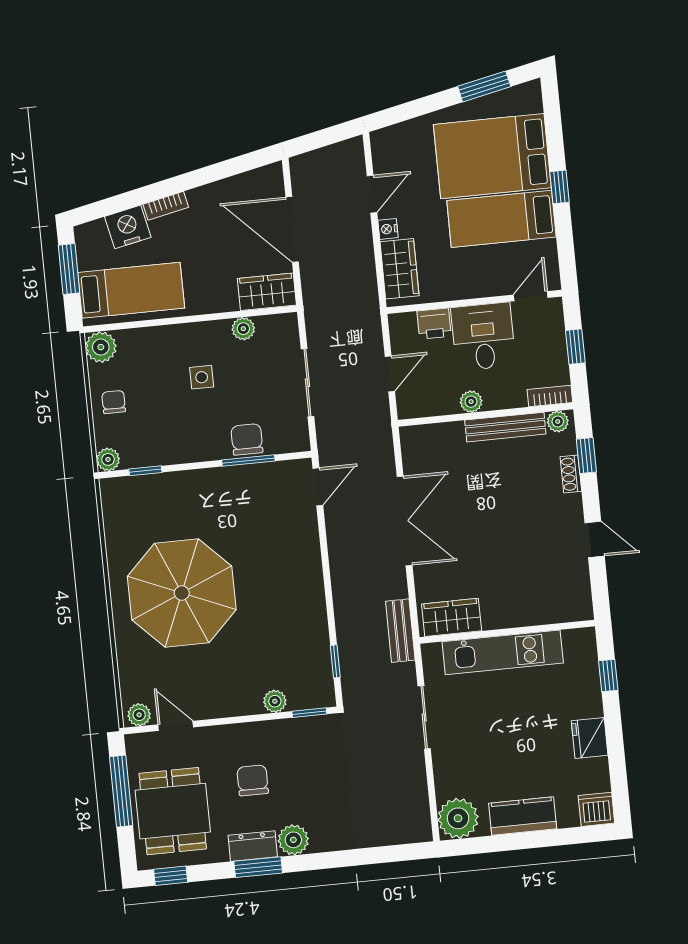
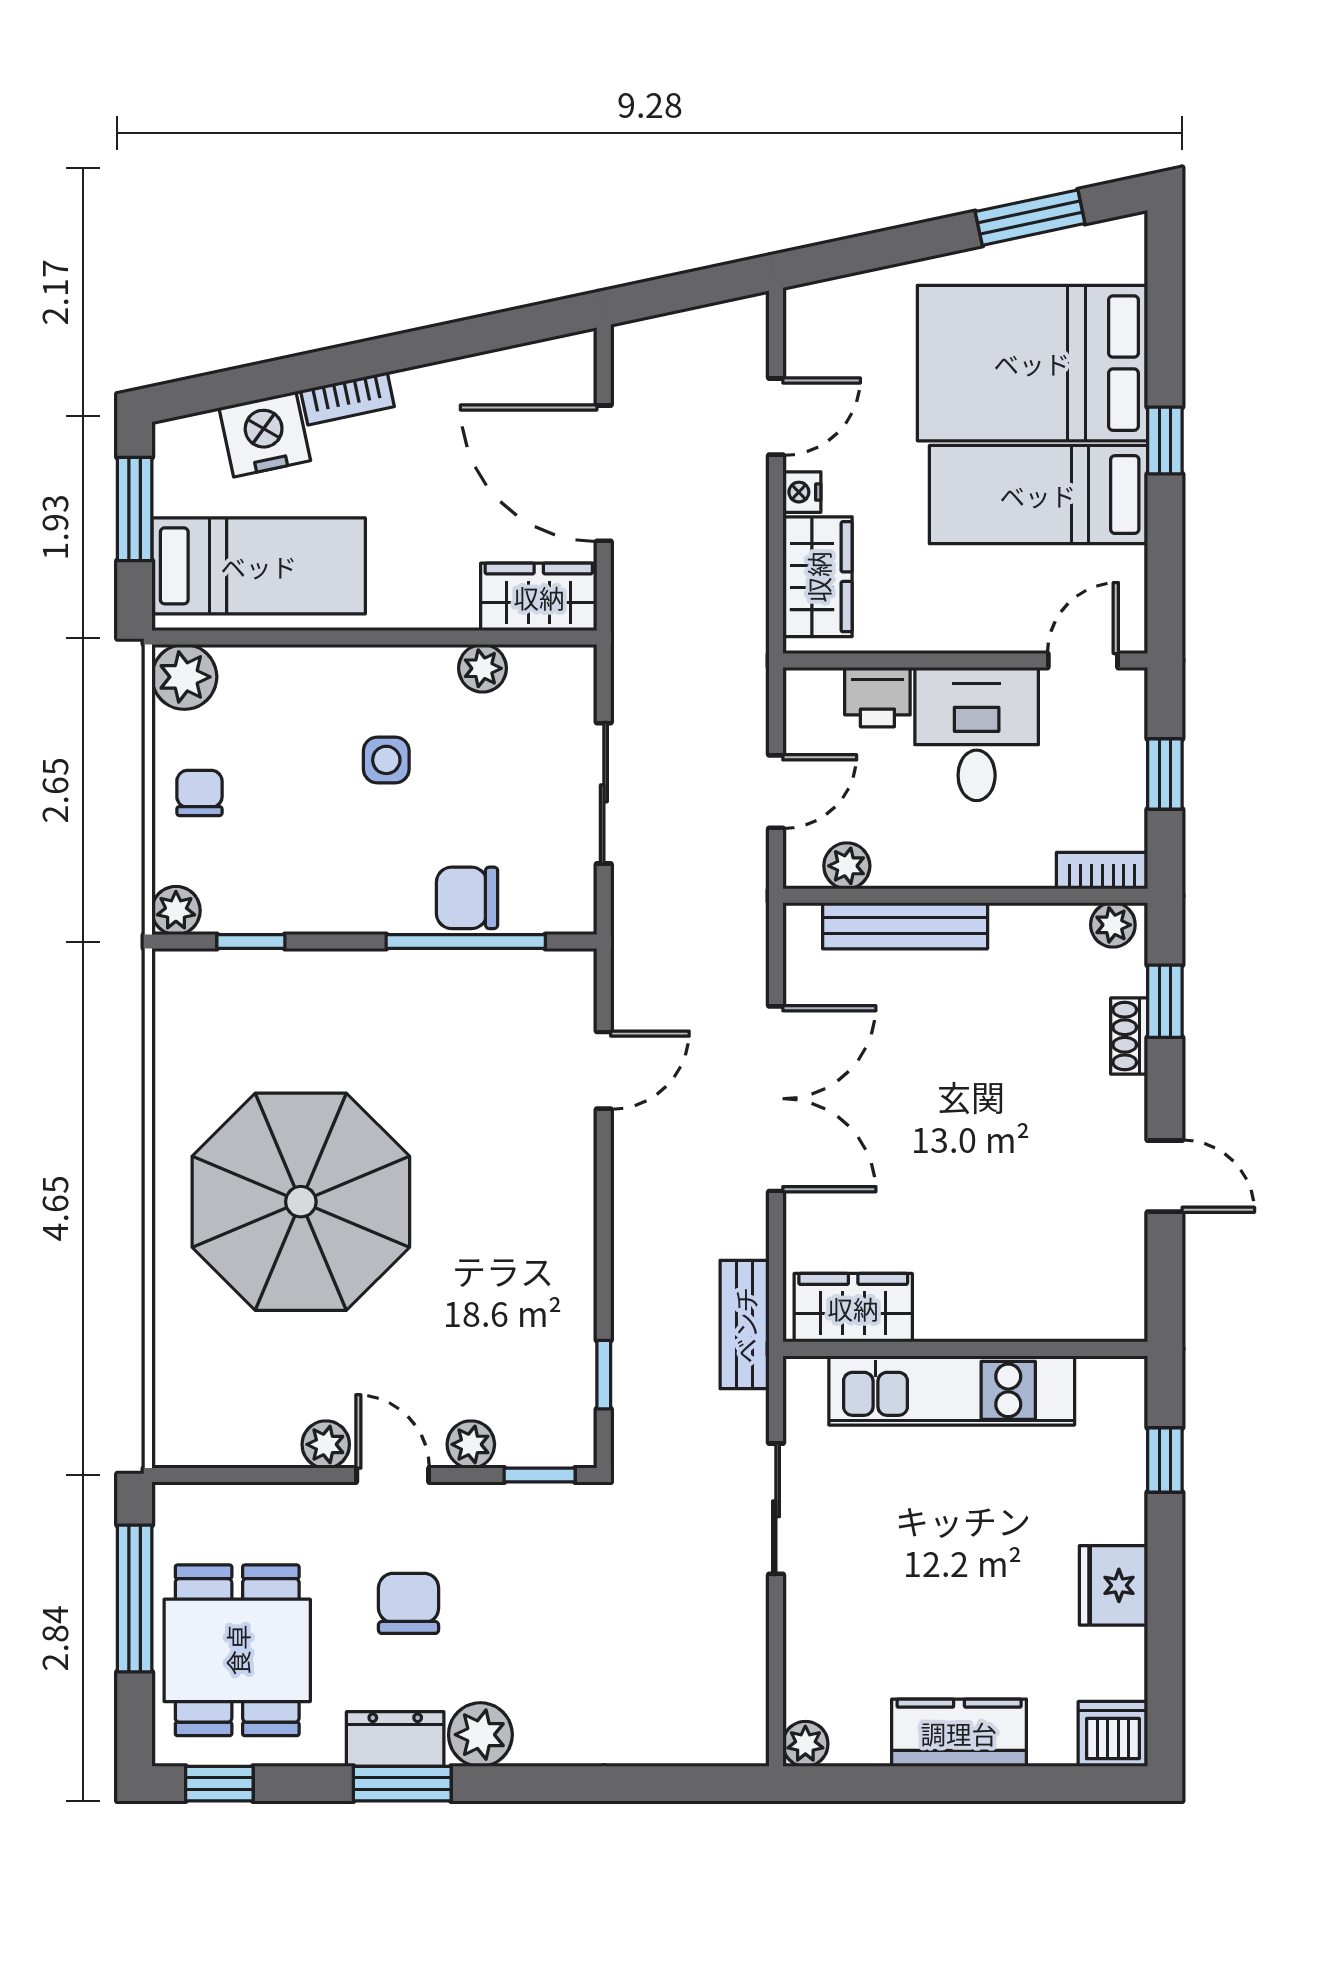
plant: (471, 402) -> (847, 866), moved
bench: (505, 427) -> (905, 926), moved
chair: (247, 439) -> (467, 898), turned -90
window: (248, 460) -> (466, 942), width x1.44
door: (318, 487) -> (604, 1070), moved
plant: (139, 715) -> (326, 1444), moved
door: (176, 726) -> (393, 1475), moved
plant: (458, 818) -> (805, 1744), width x0.53, depth x0.53

